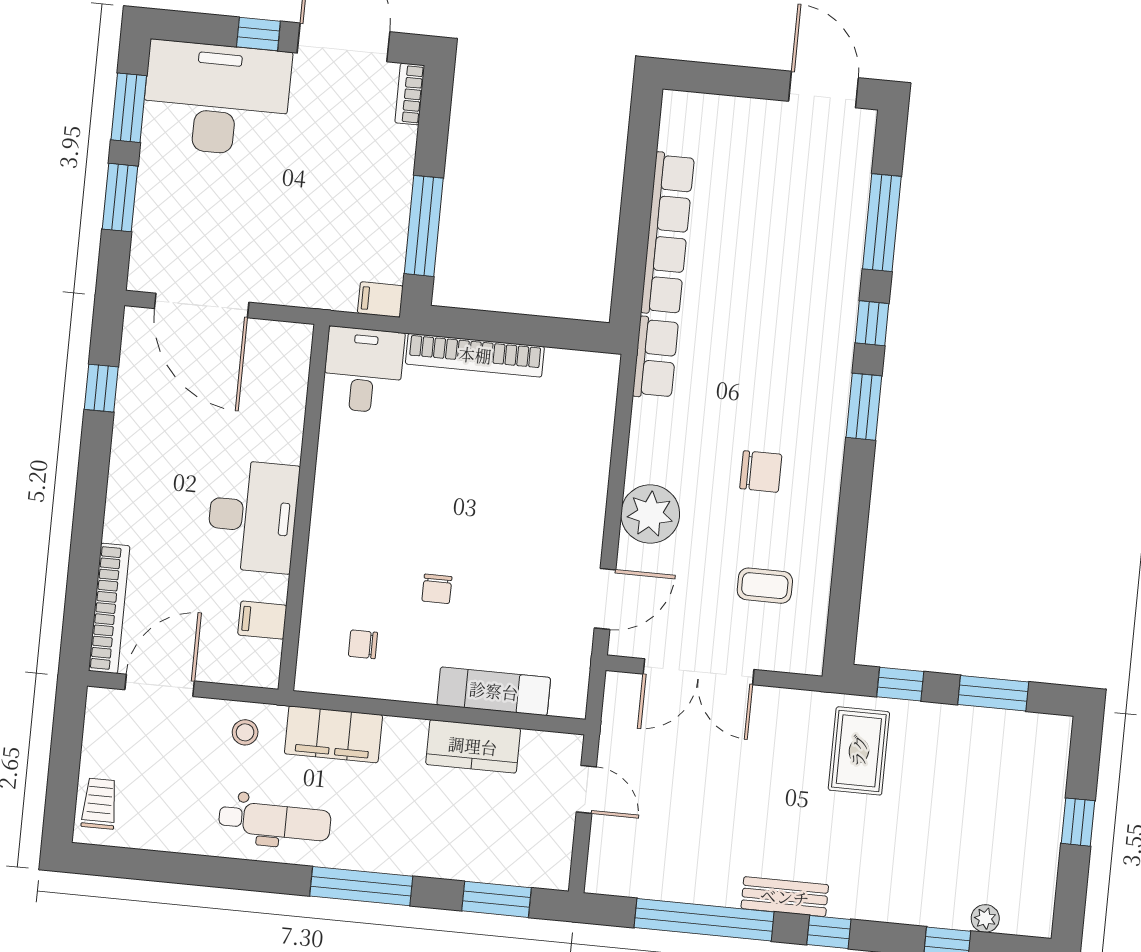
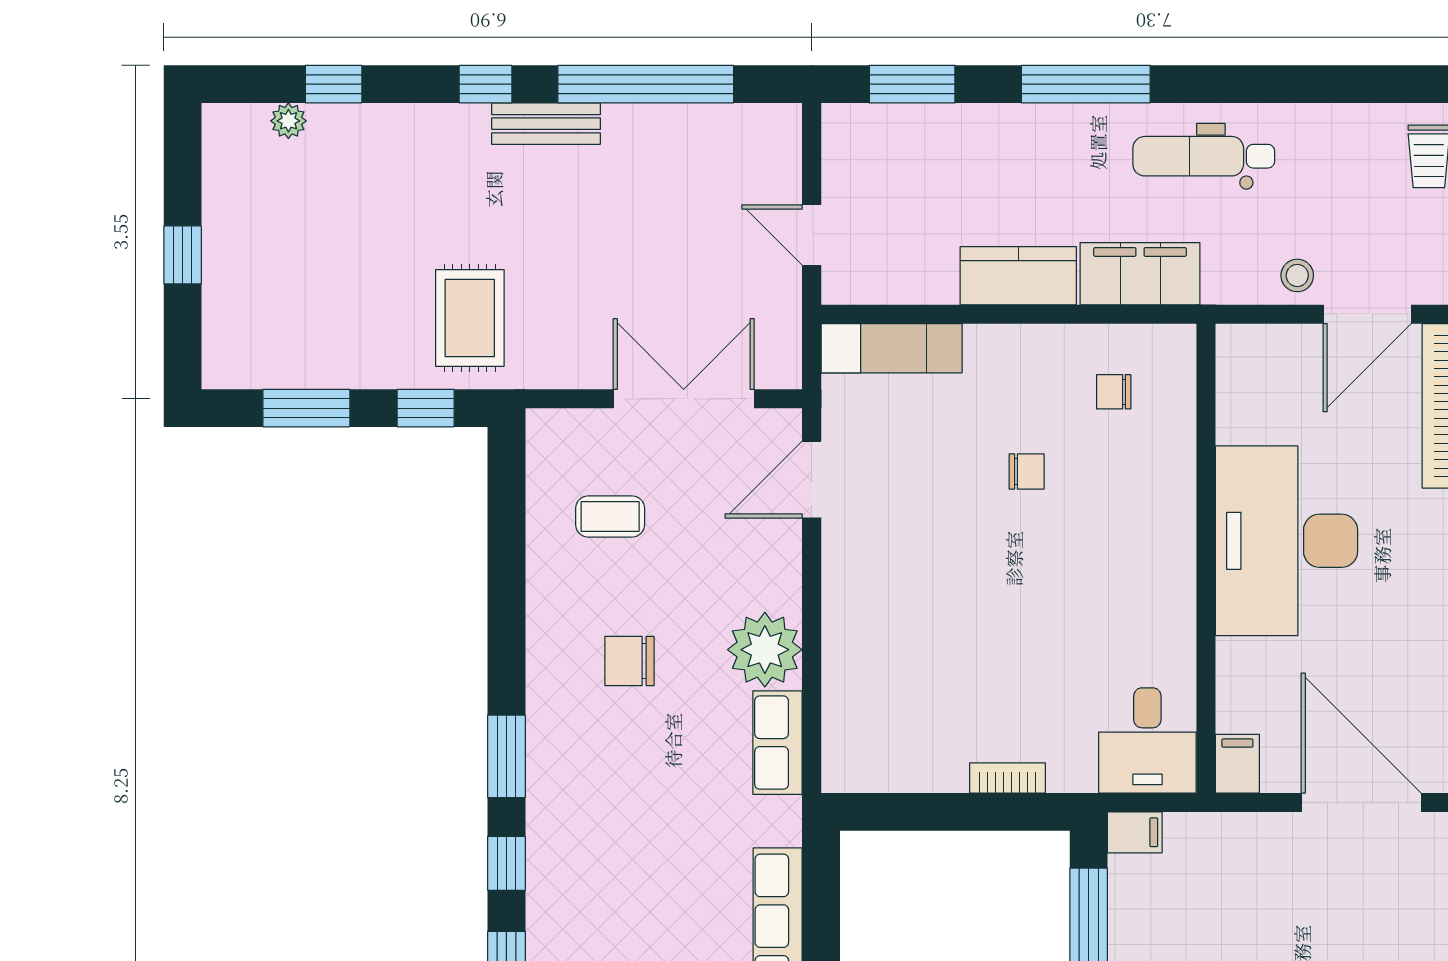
bookcase: (475, 355) -> (1007, 778), width x0.43, depth x0.76
row of seats: (655, 358) -> (778, 743), moved
plant: (650, 514) -> (765, 650), moved
desk: (253, 516) -> (1286, 541), width x1.36, depth x1.30
chair: (437, 589) -> (1027, 471), turned 90
filing cabinet: (262, 620) -> (1237, 764), moved, turned -90
chair: (363, 644) -> (1114, 392), turned 180
exam couch: (494, 691) -> (892, 348), moved
stool: (245, 732) -> (1297, 275), moved
kitchen counter: (473, 746) -> (1018, 276), moved

